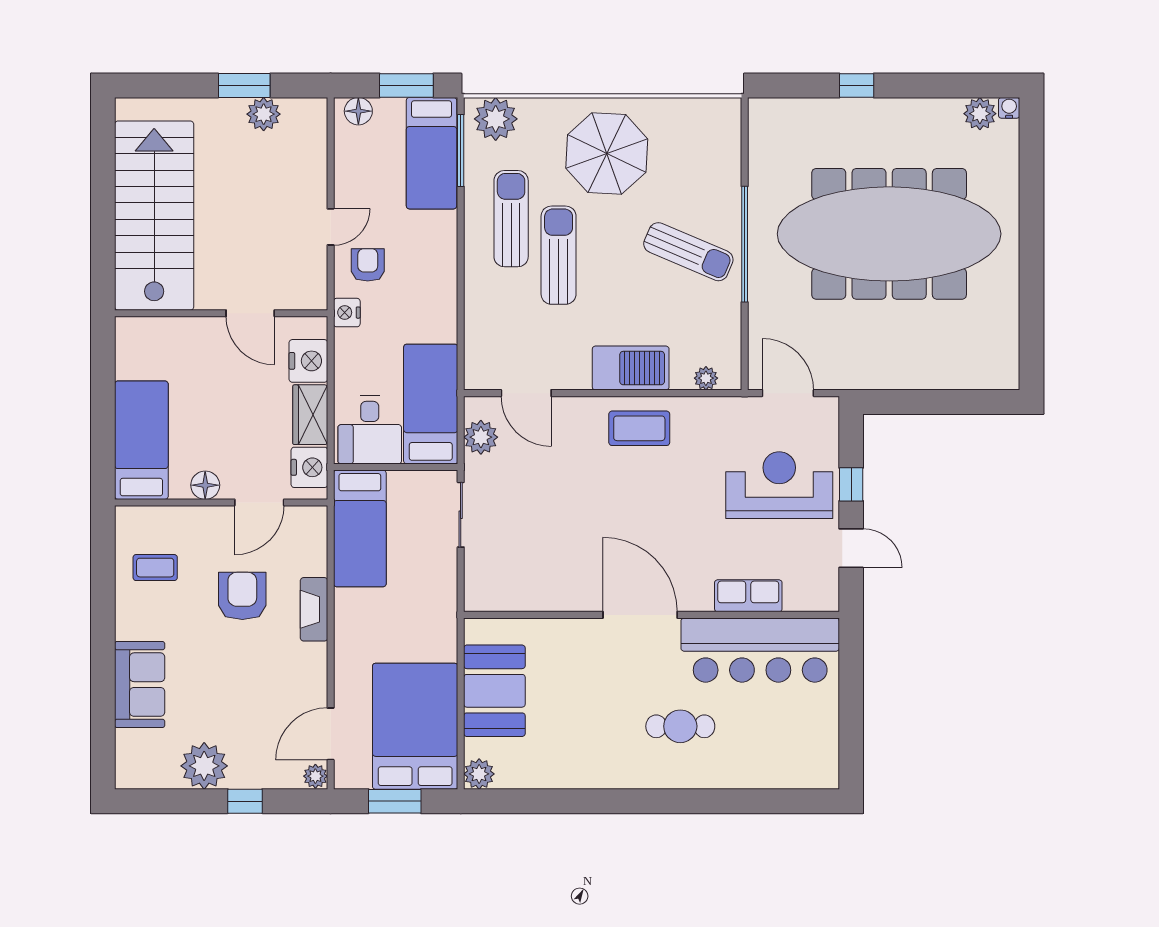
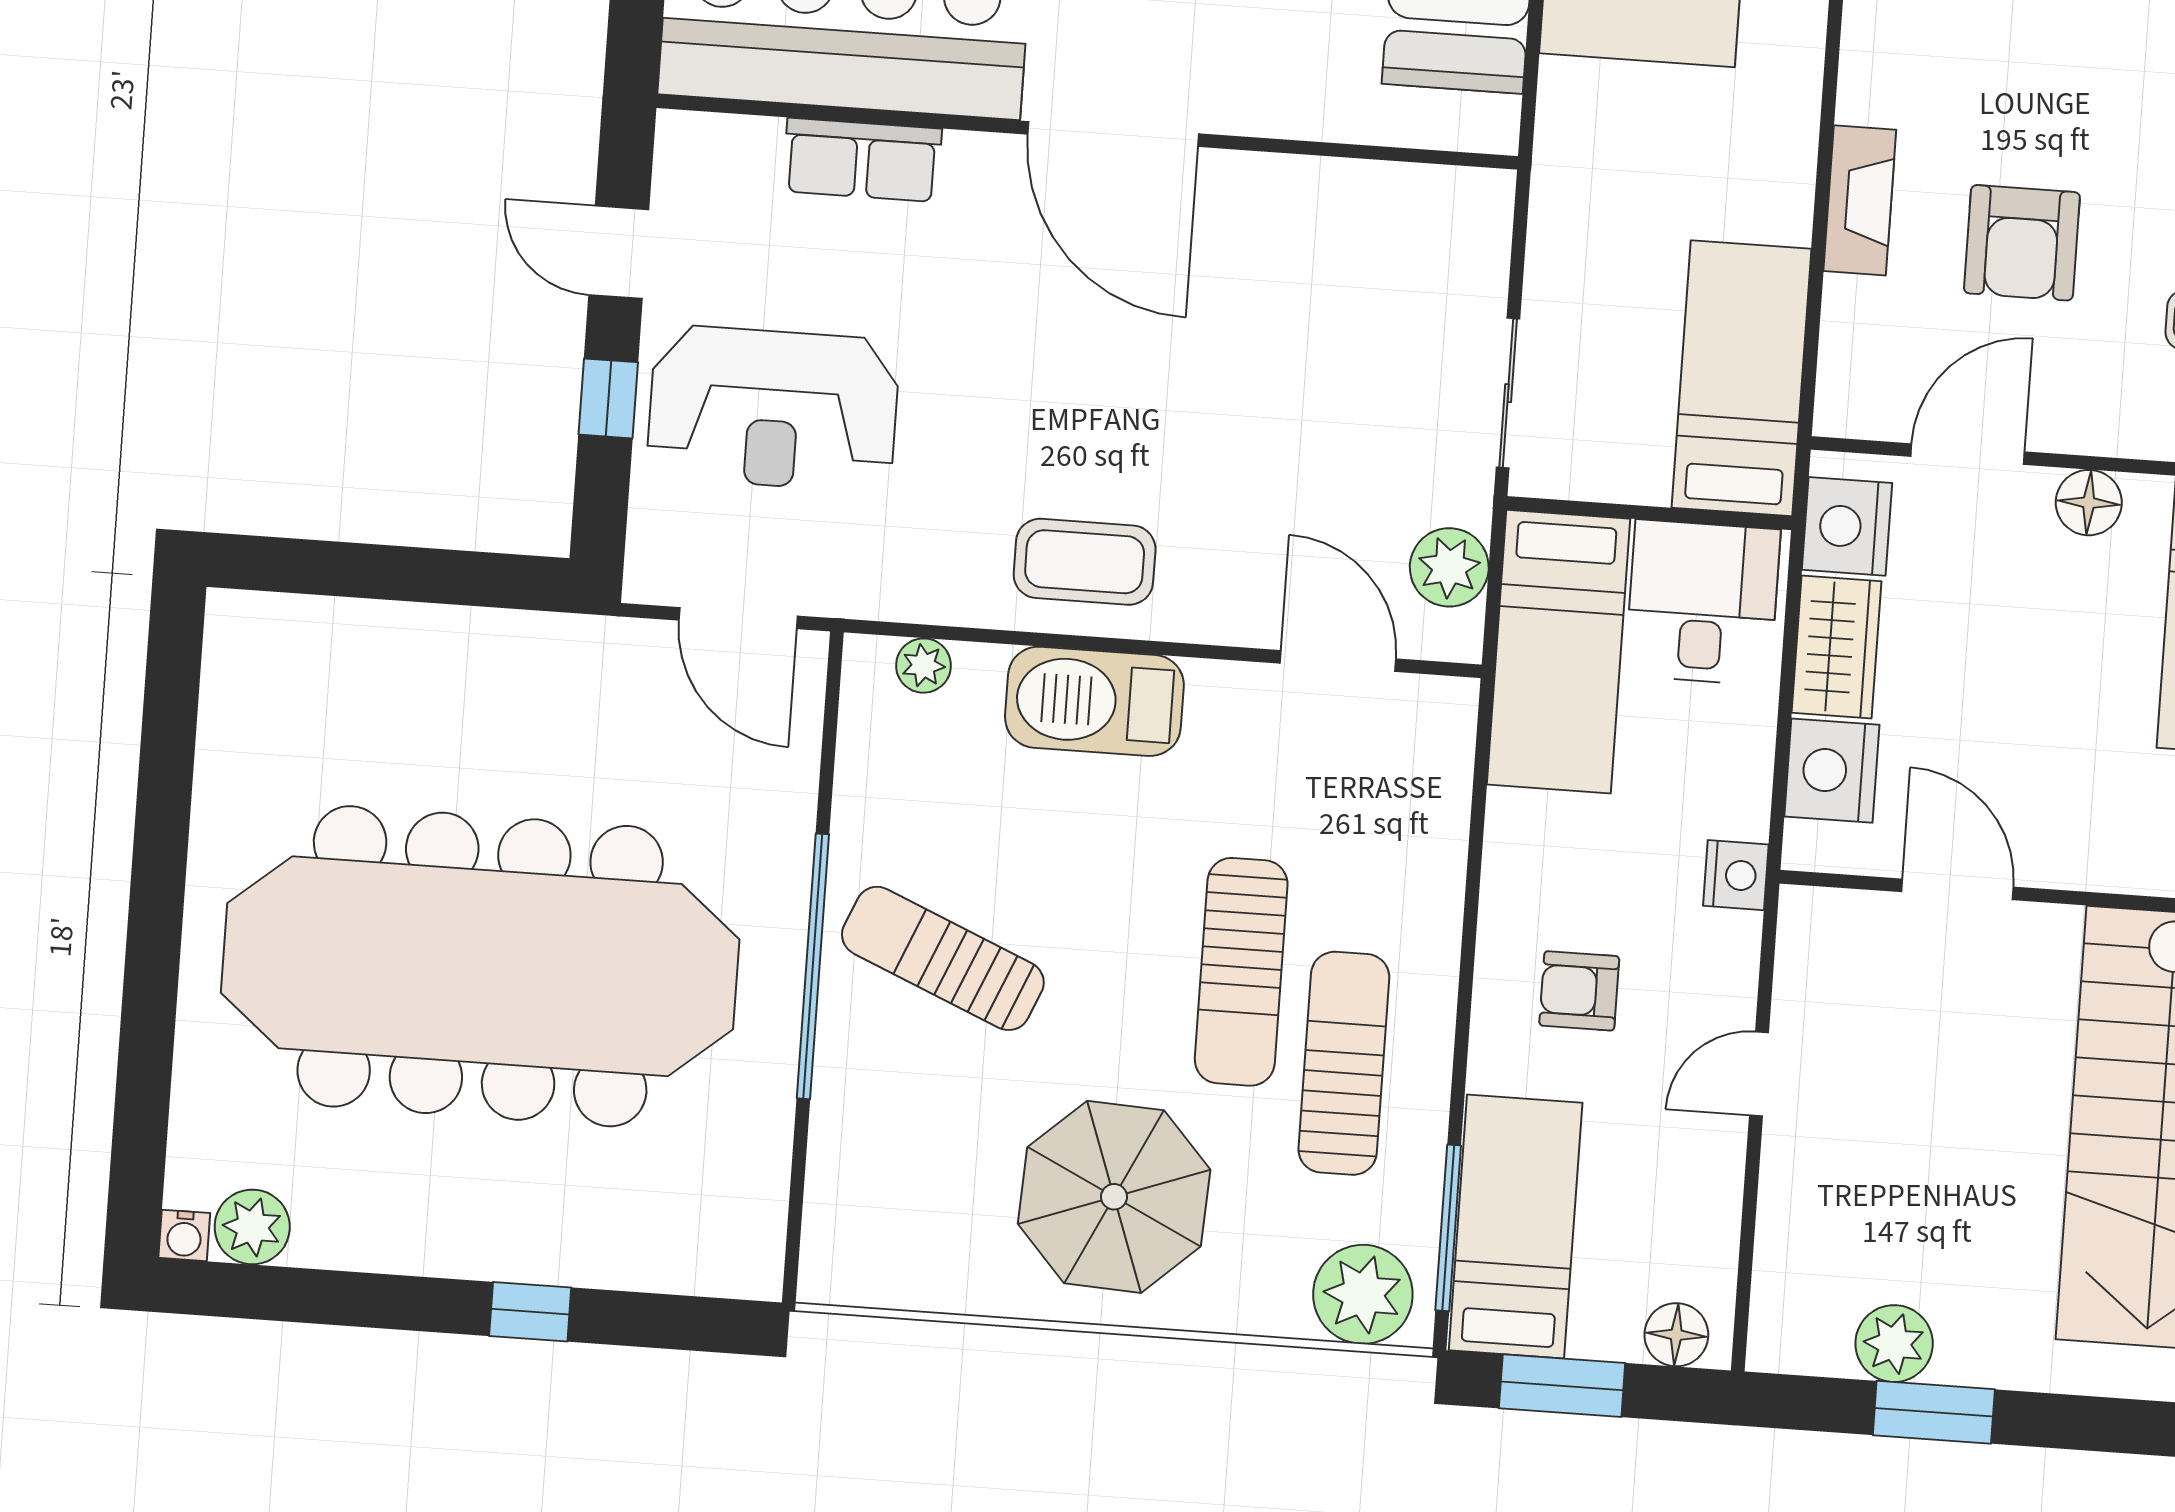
sun lounger: (511, 219) -> (1344, 1063), turned 180
armchair: (368, 265) -> (1579, 991), moved, turned 90

